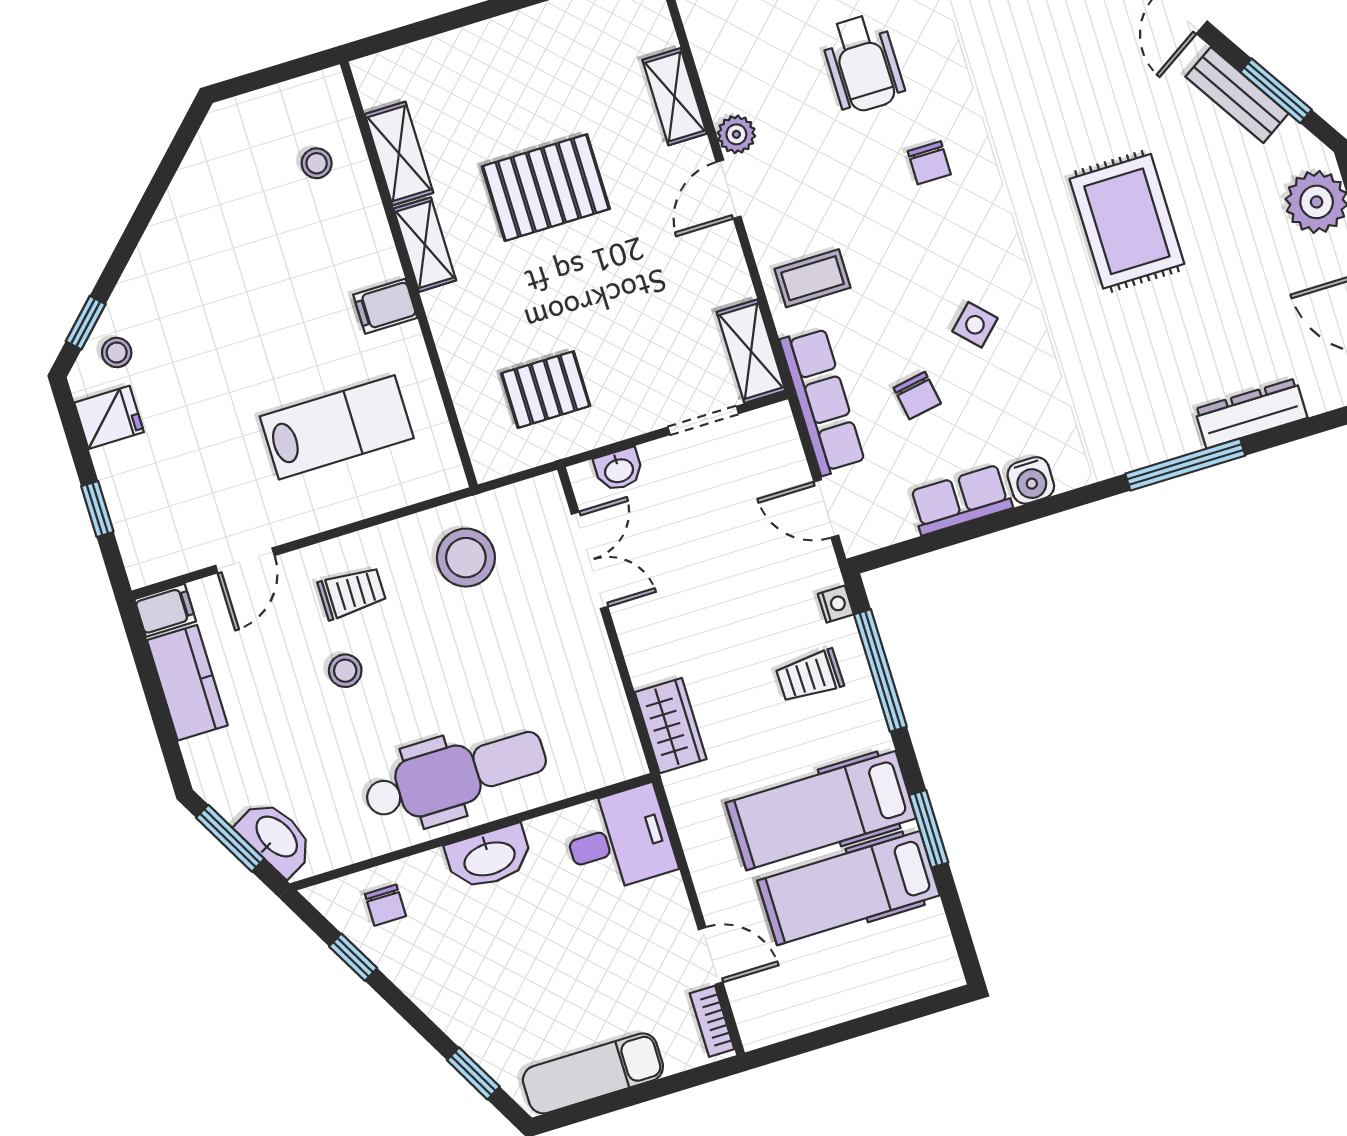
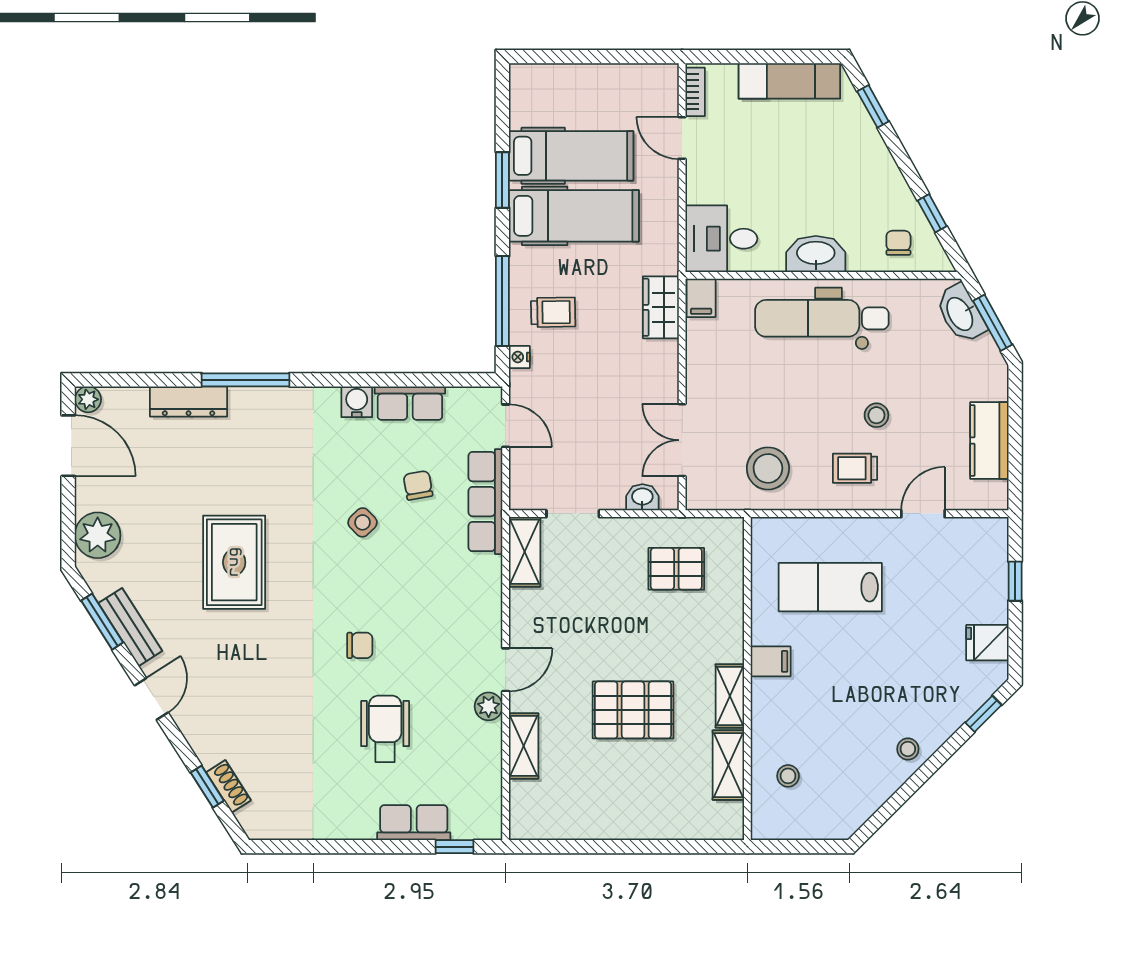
chair: (929, 163) -> (360, 645), turned 90
coffee table: (813, 278) -> (466, 590), removed
stool: (117, 352) -> (908, 749), moved
filing cabinet: (165, 610) -> (701, 298), moved, turned -90

